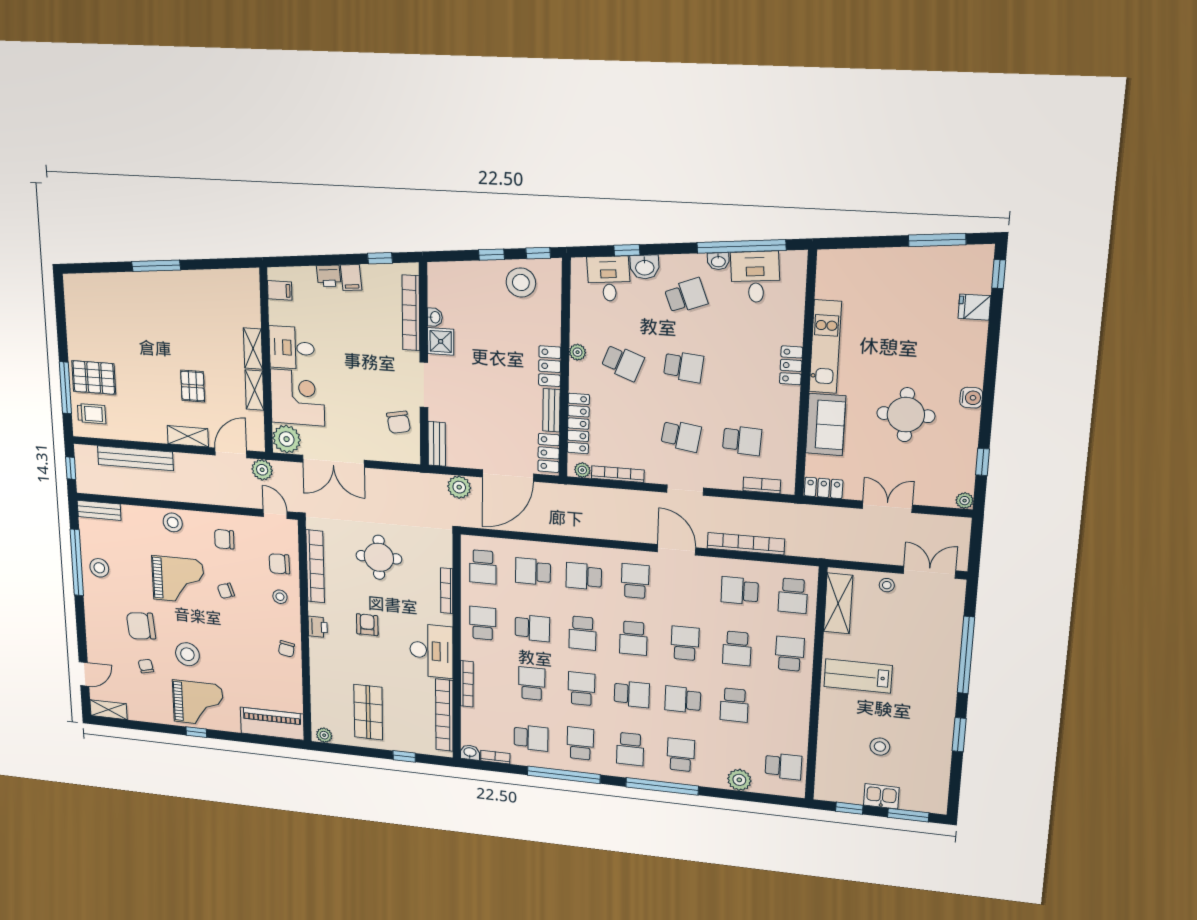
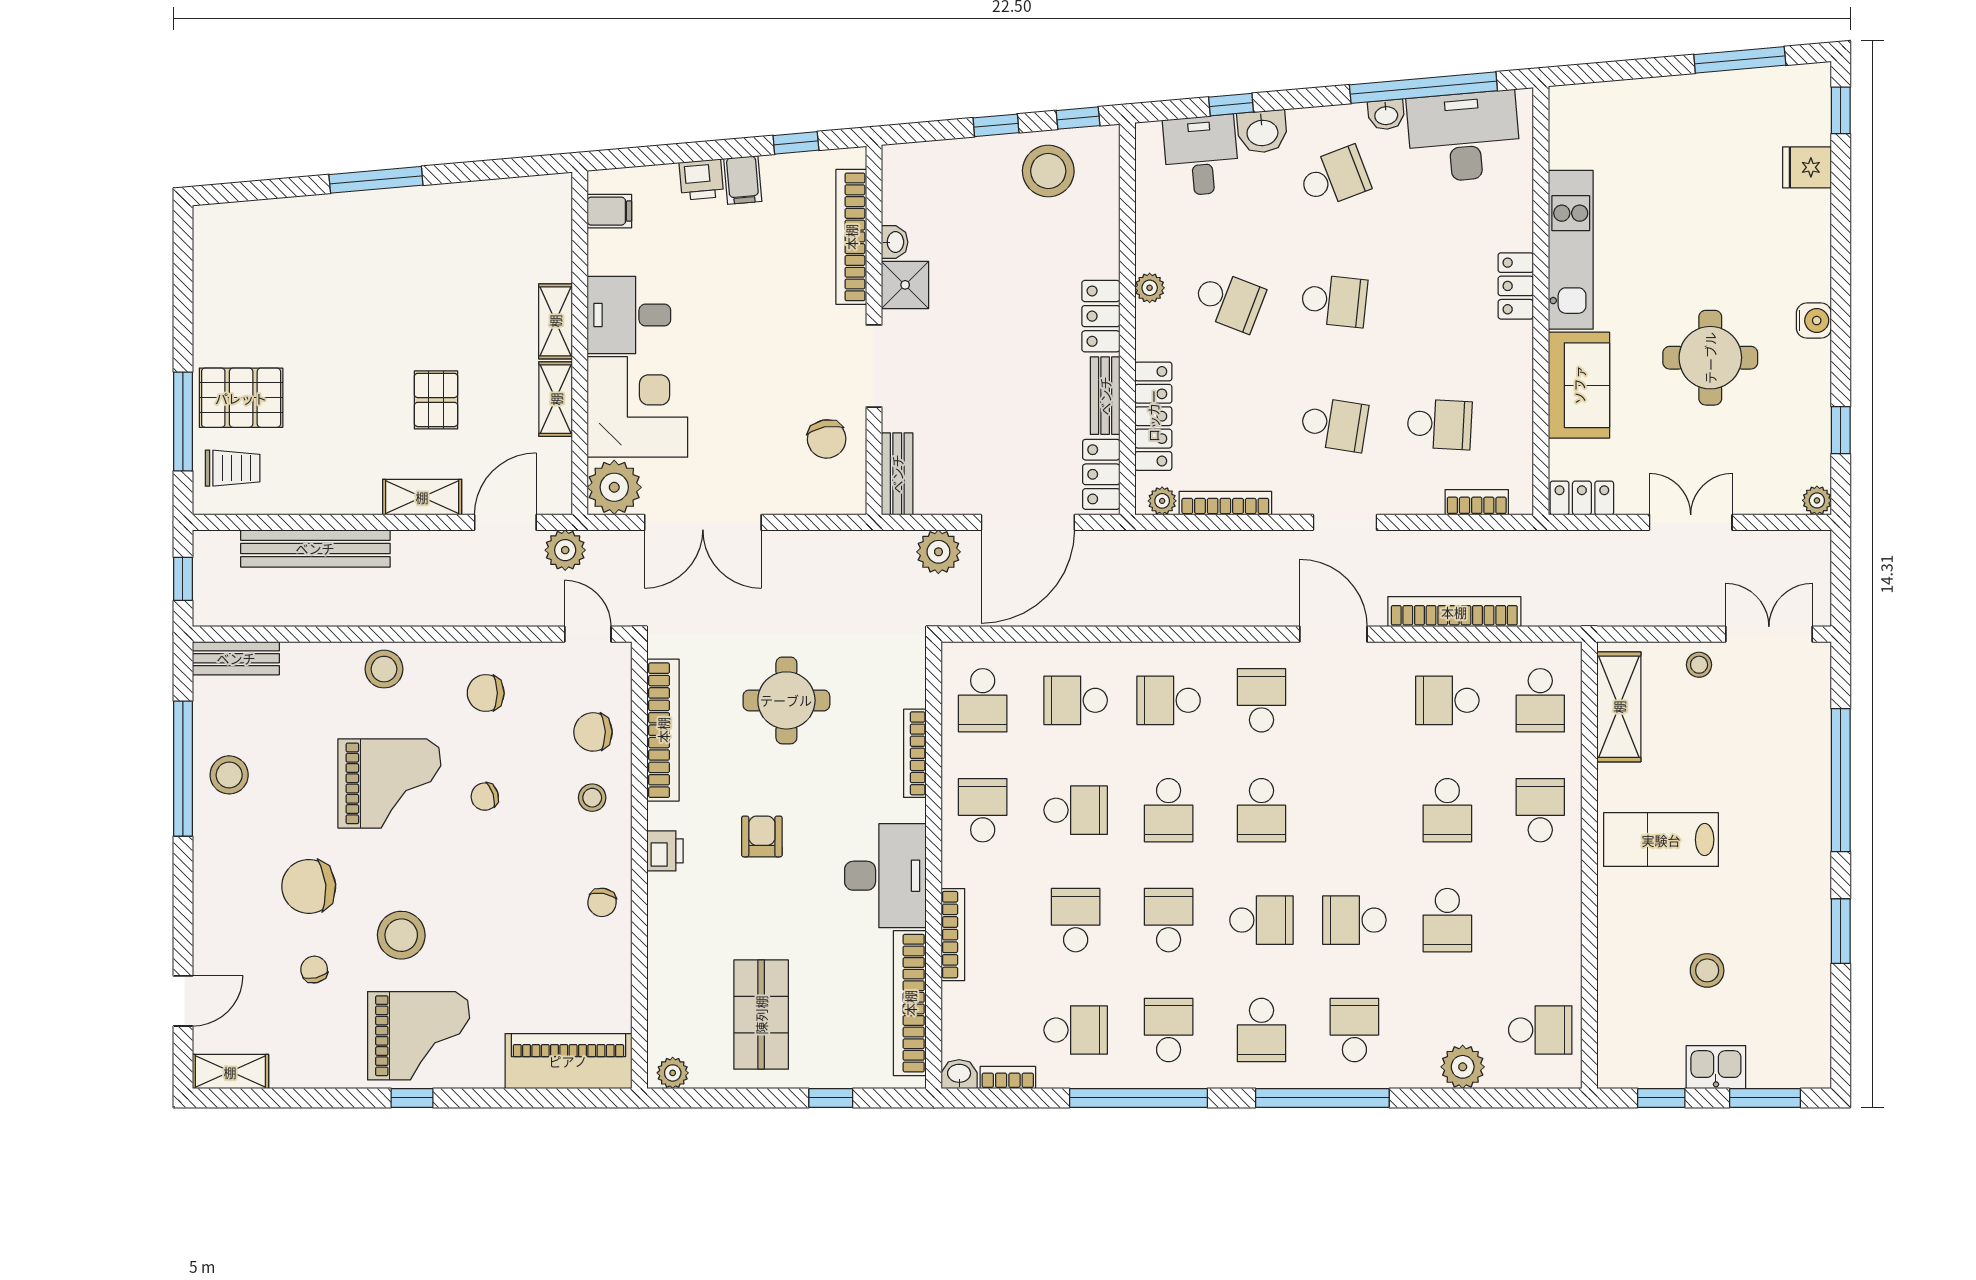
desk: (755, 277) -> (1464, 137), width x1.37
school desk: (685, 643) -> (1354, 810), removed

